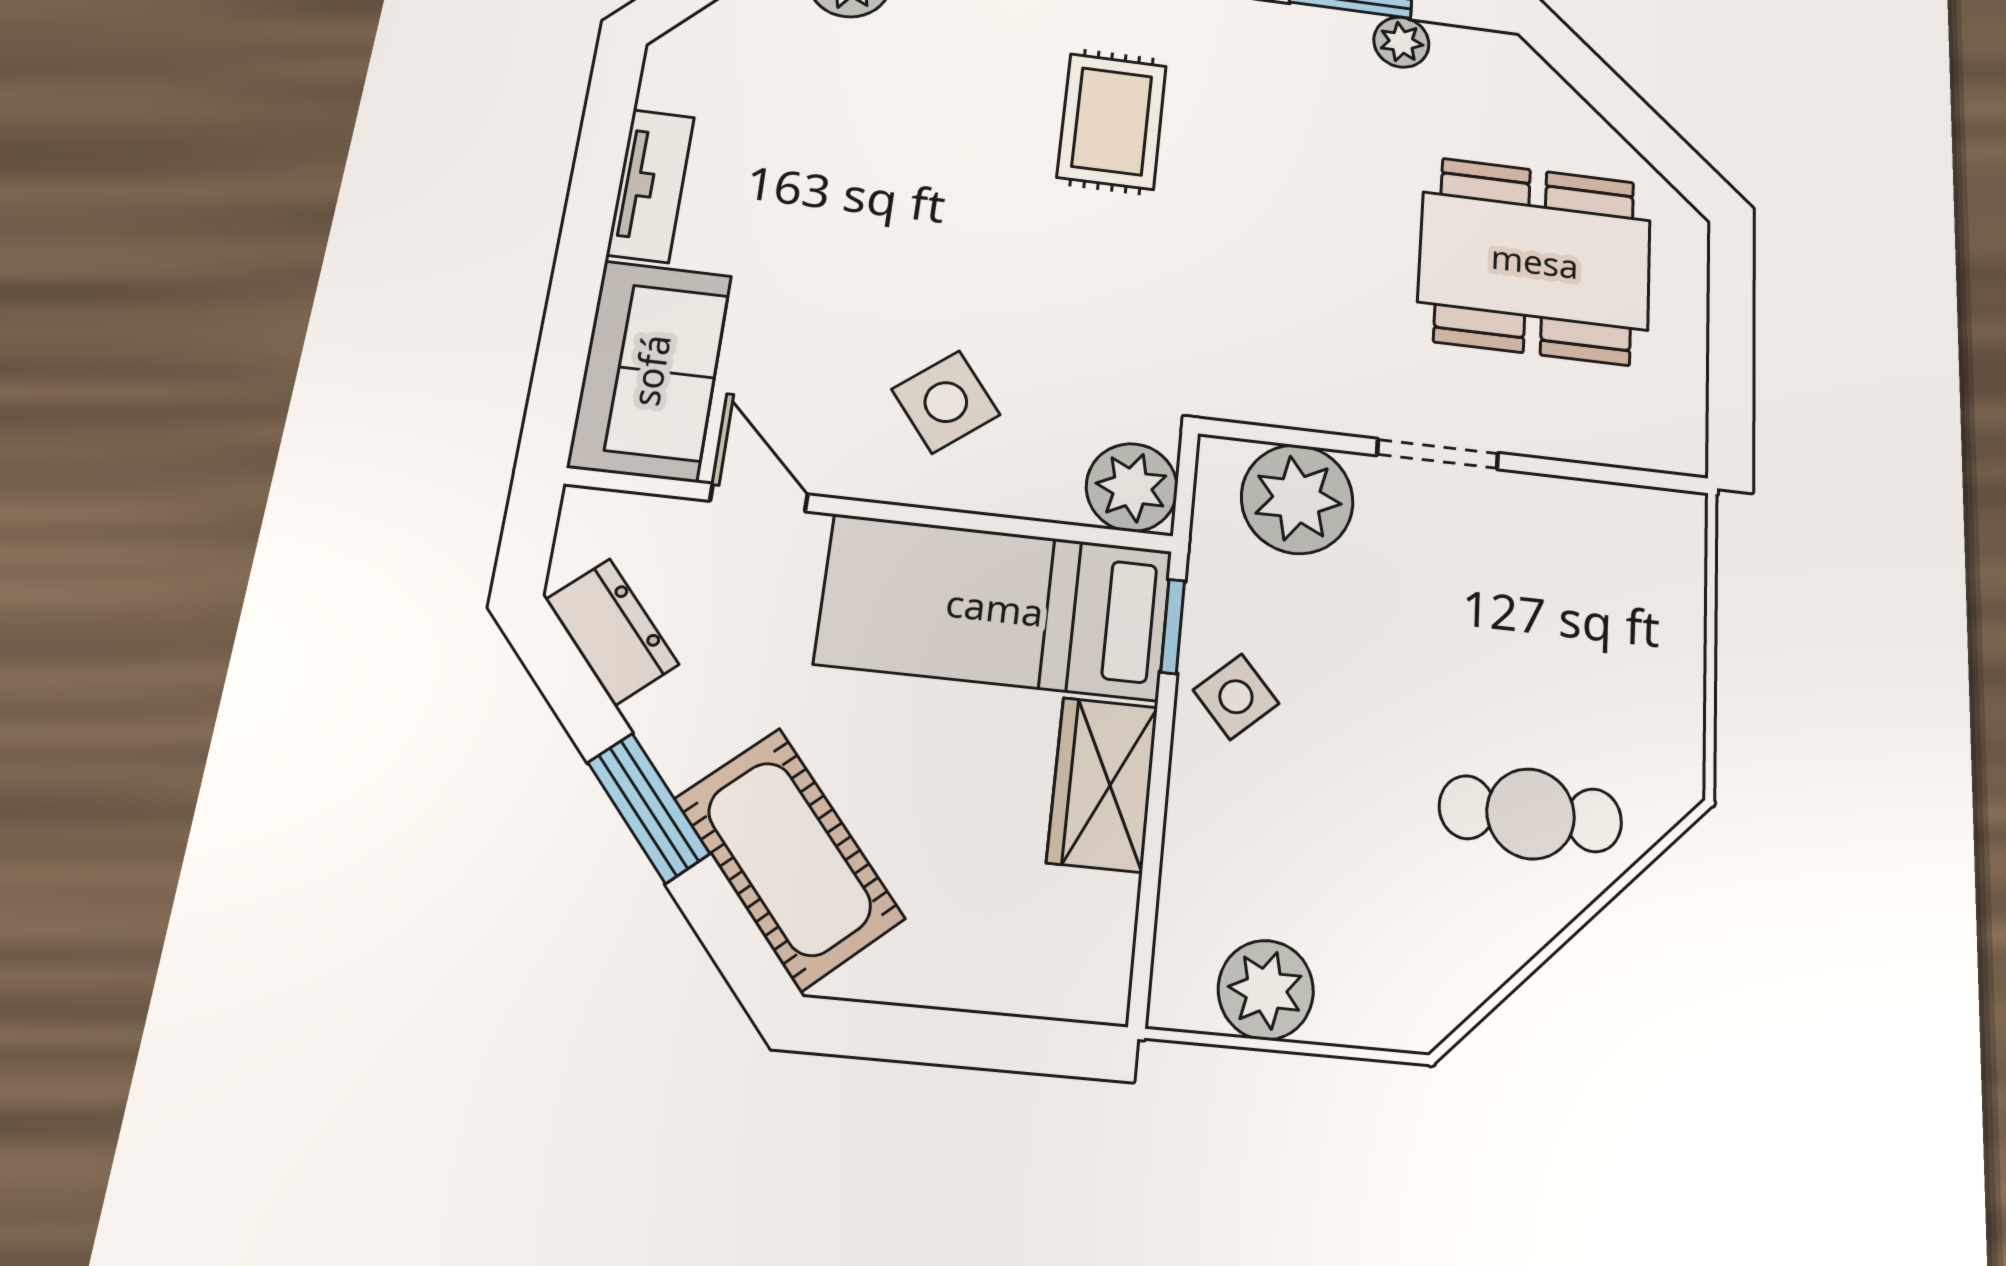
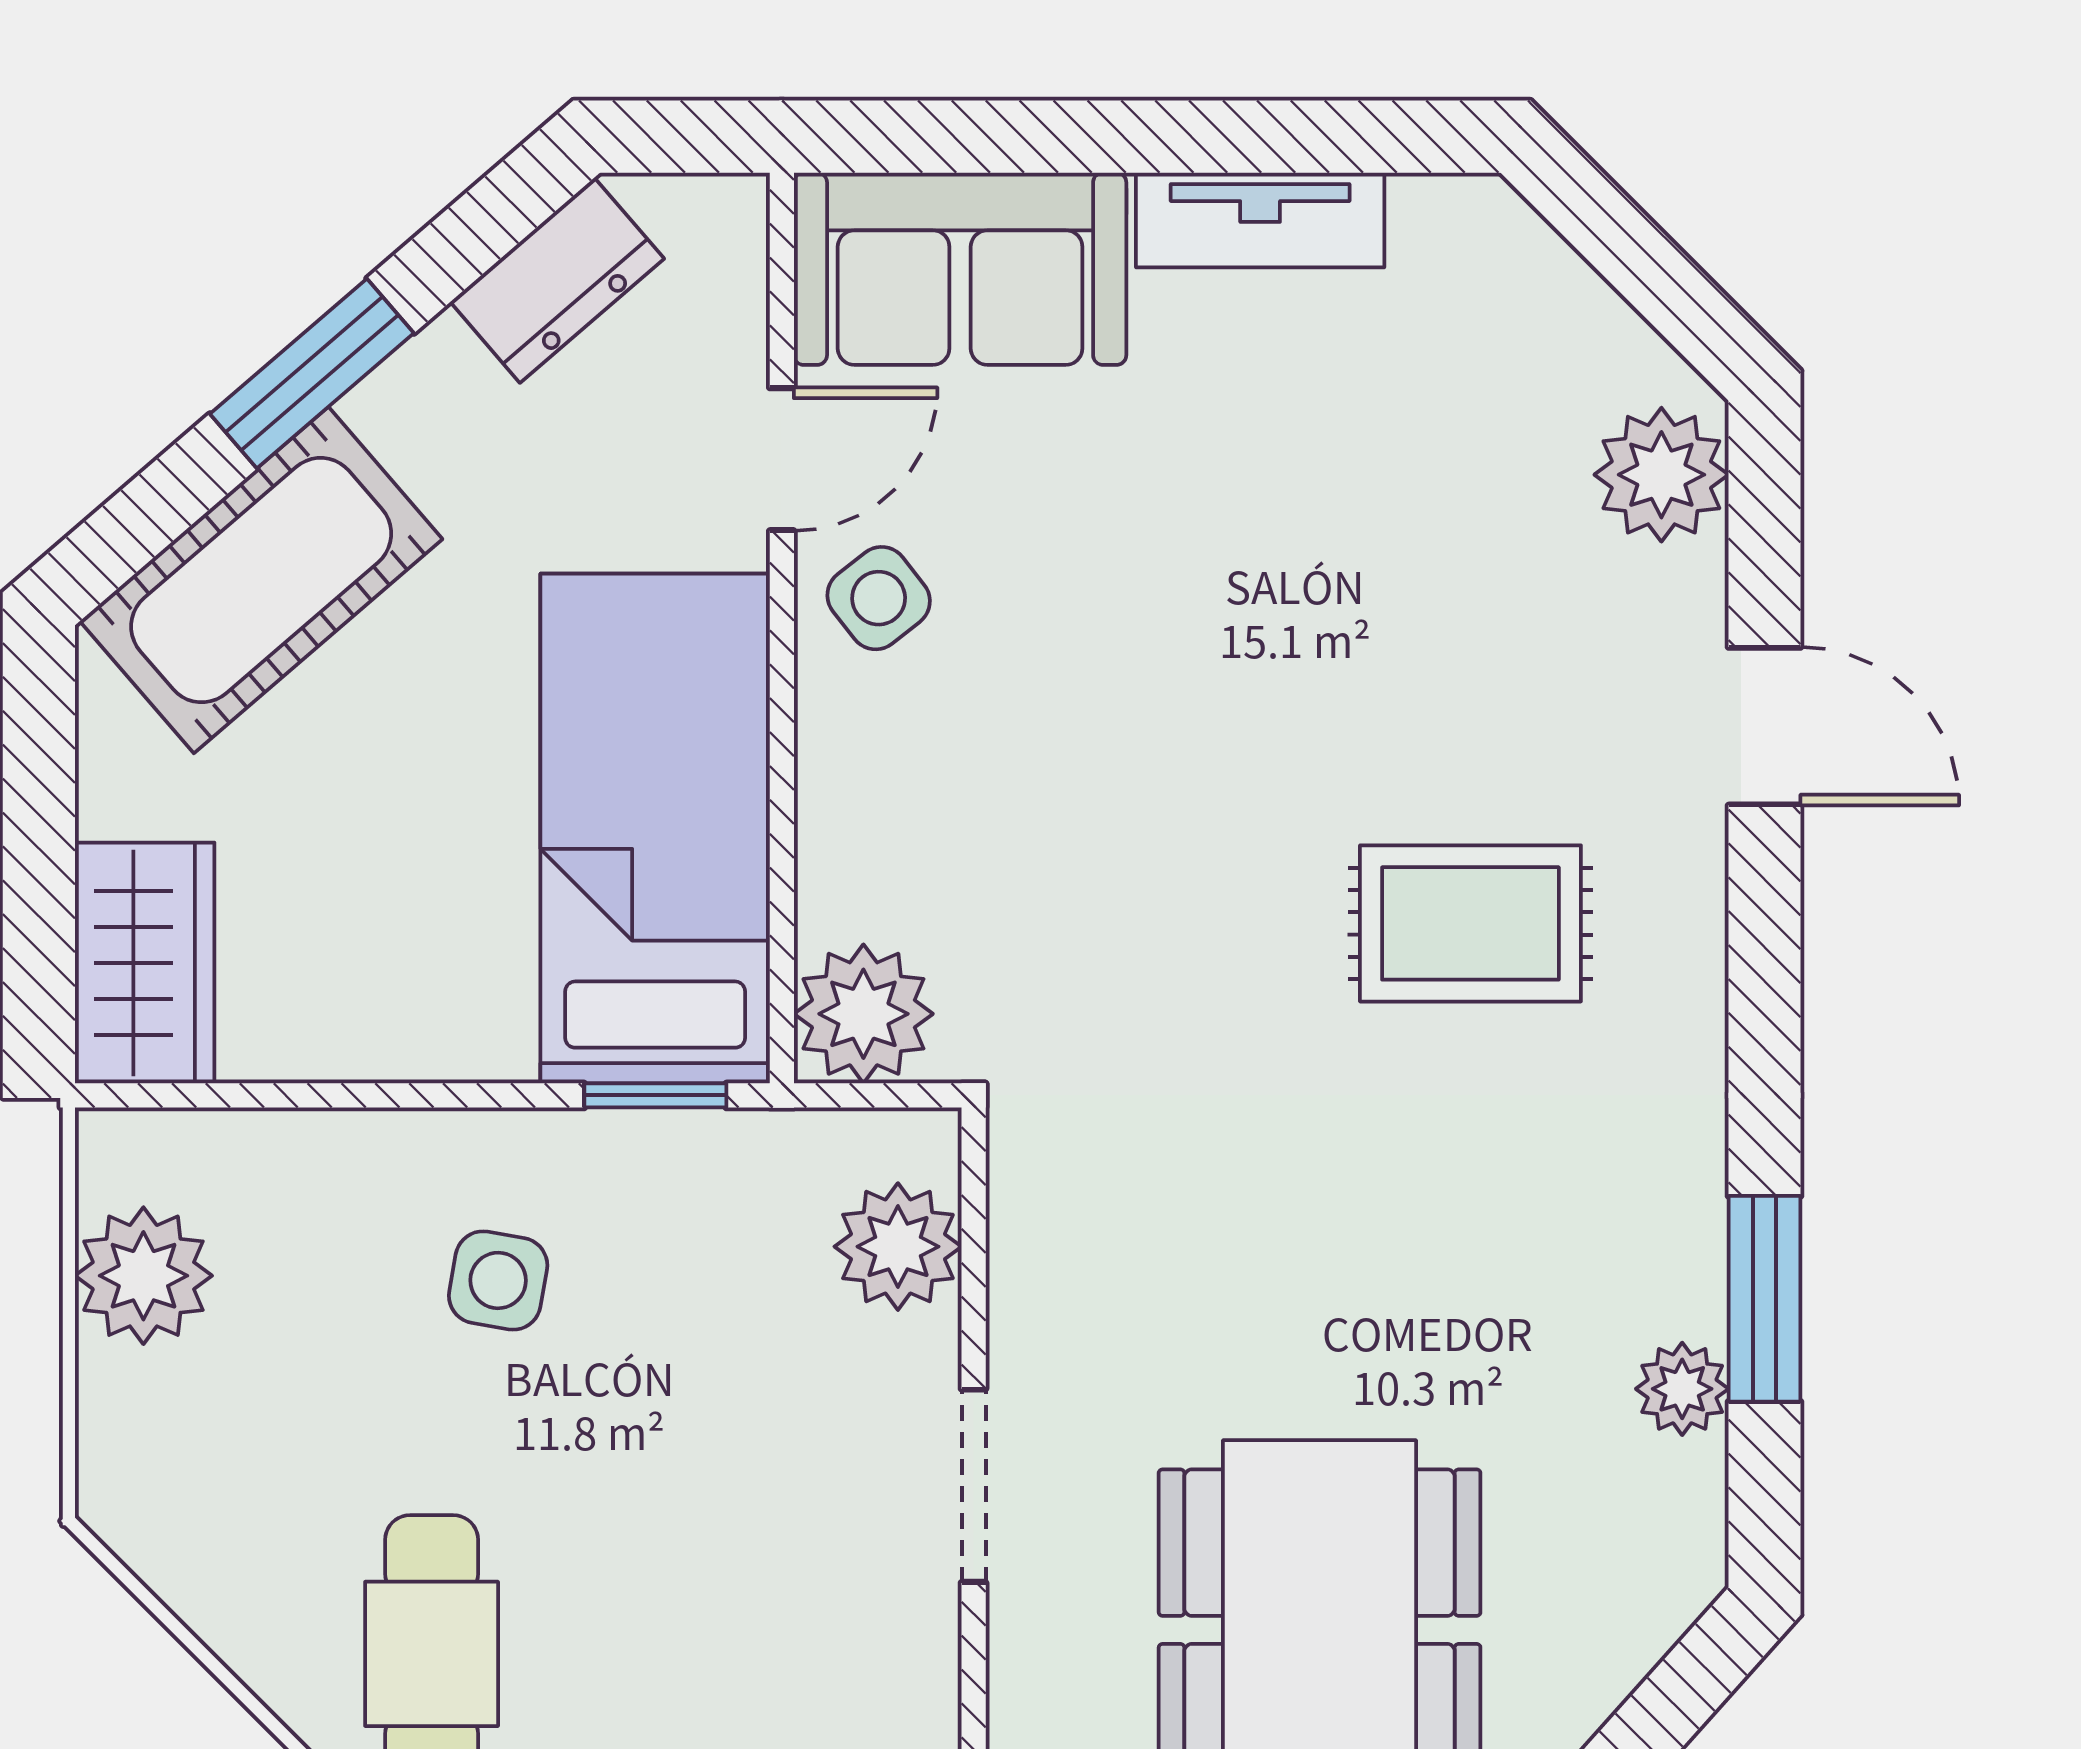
side table: (946, 402) -> (879, 598), moved, width x0.73, depth x0.73
plant: (1297, 499) -> (898, 1247), width x0.73, depth x0.73
side table: (1236, 697) -> (498, 1280), moved, turned -38
wardrobe: (1102, 784) -> (145, 963), moved, turned 90

